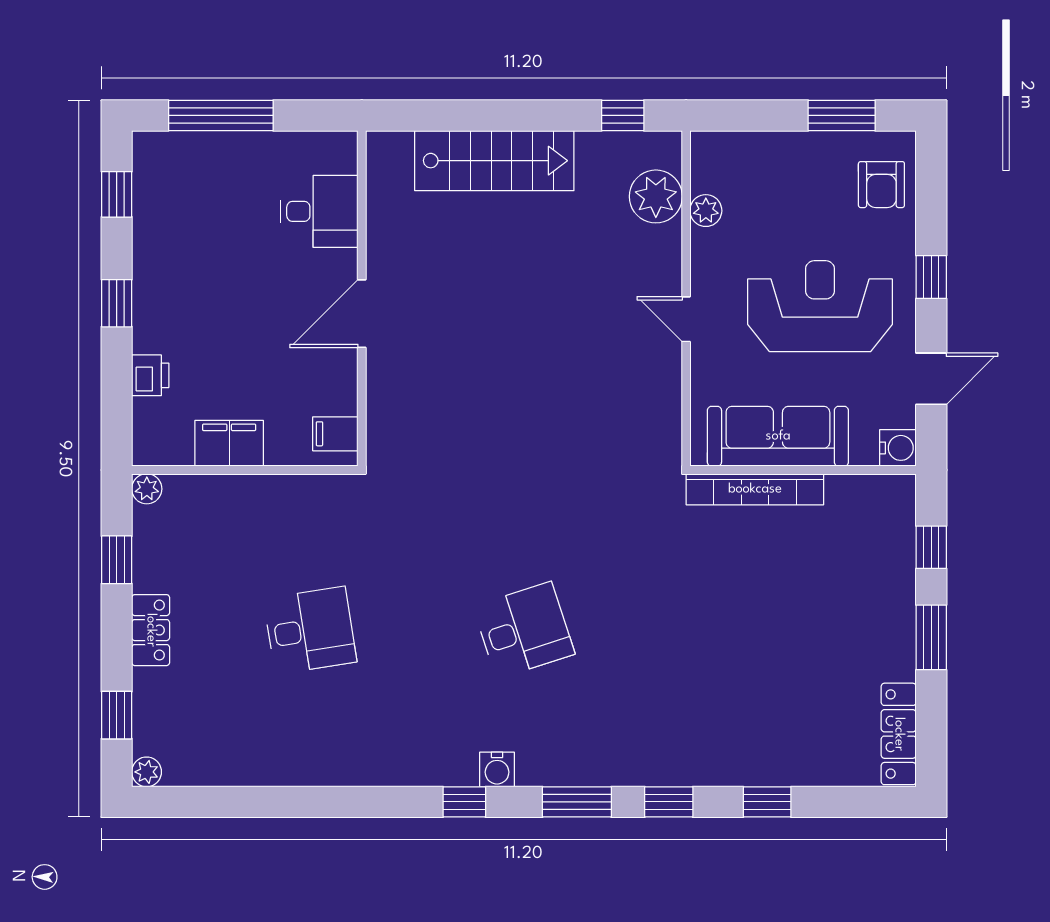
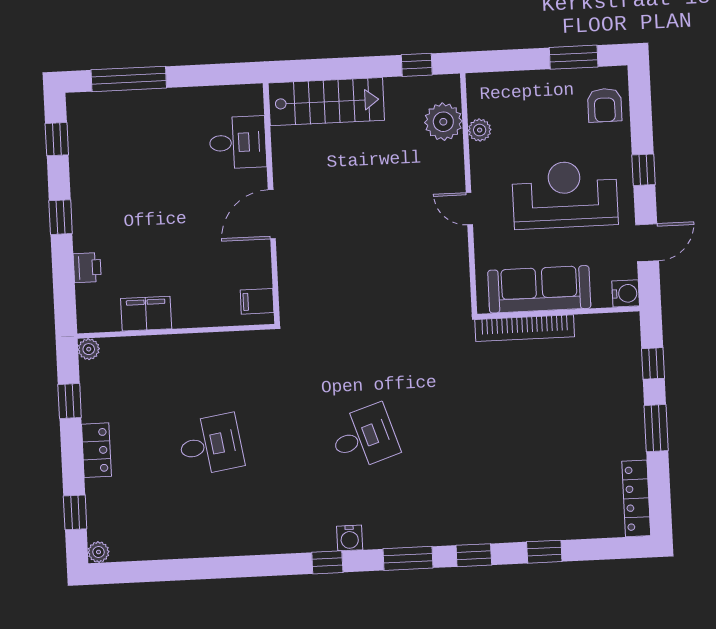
desk: (319, 211) -> (238, 142), moved
wall: (362, 298) -> (271, 203), moved
door: (362, 314) -> (272, 214), moved
filing cabinet: (335, 434) -> (257, 301), moved

